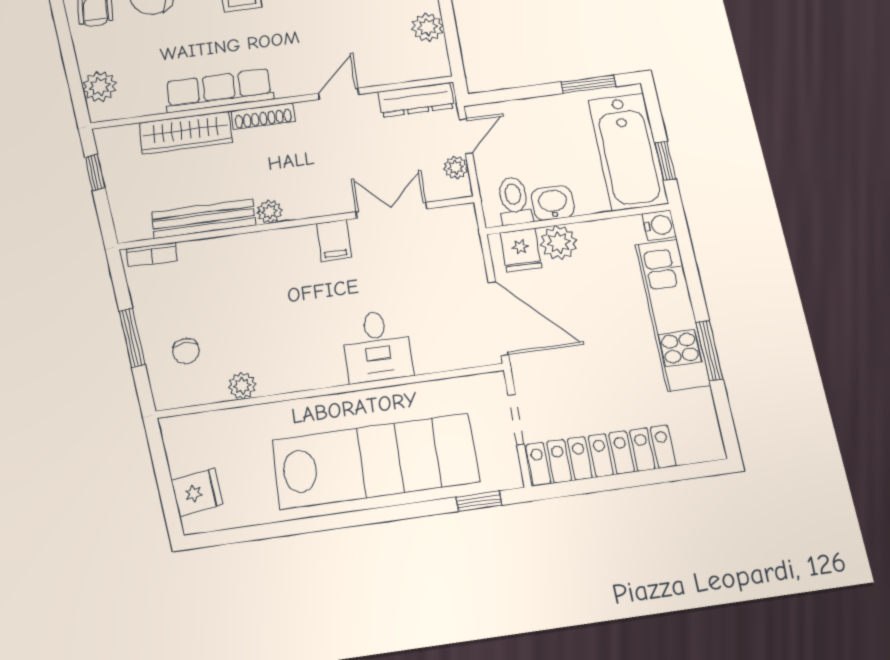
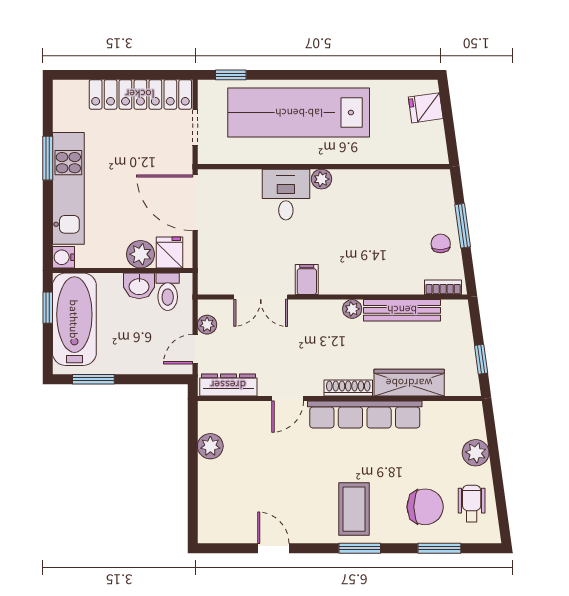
plant: (100, 86) -> (476, 453), moved
row of seats: (219, 91) -> (365, 415), width x1.36
chair: (186, 351) -> (441, 243), moved
plant: (242, 386) -> (321, 179), moved

